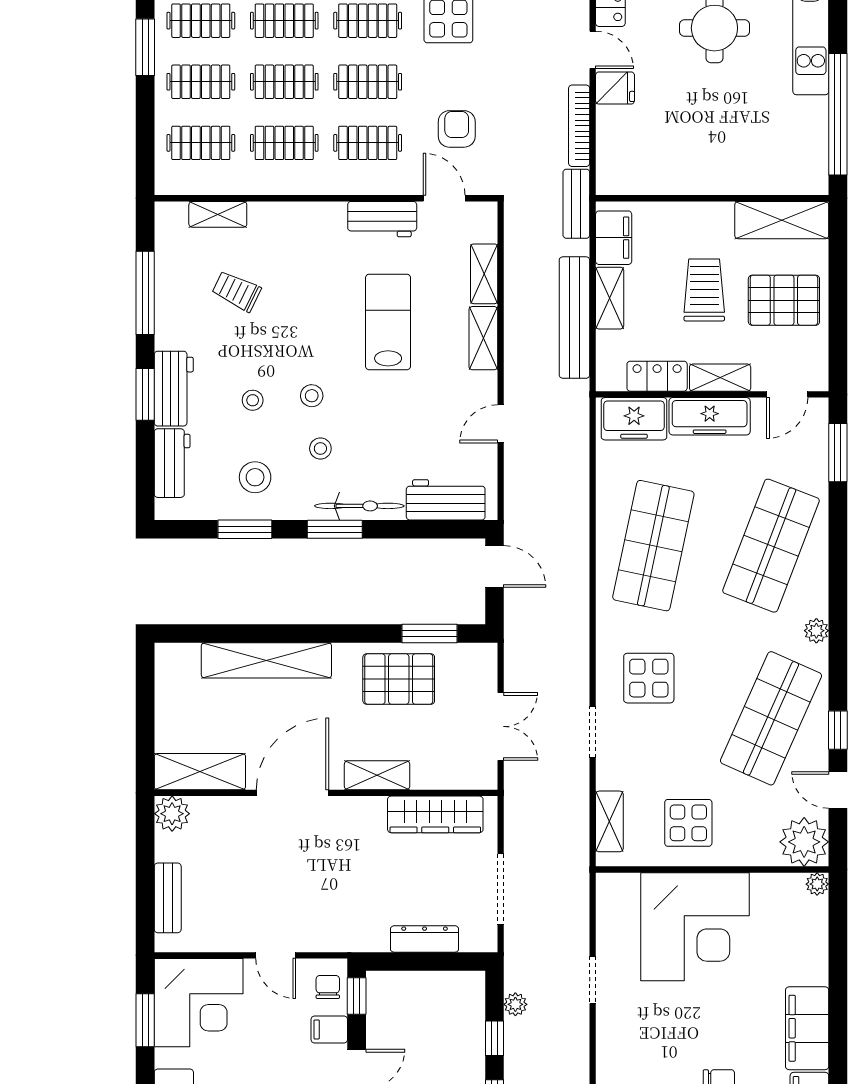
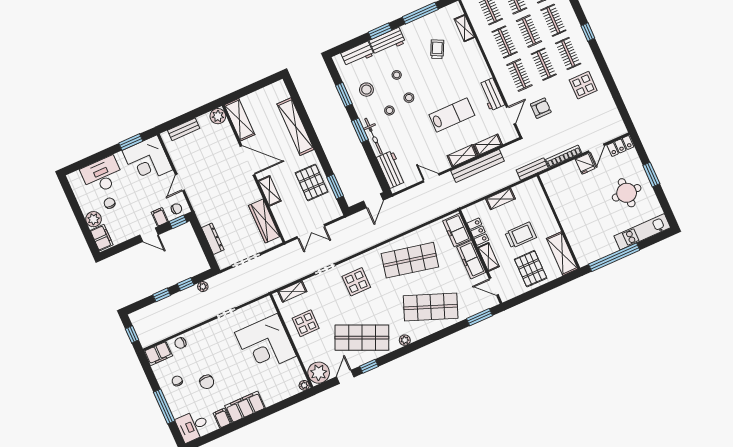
filing cabinet: (614, 238) -> (525, 190), removed
bench: (574, 318) -> (478, 166), moved

